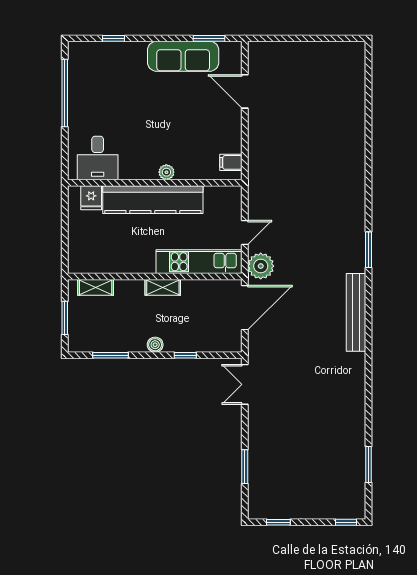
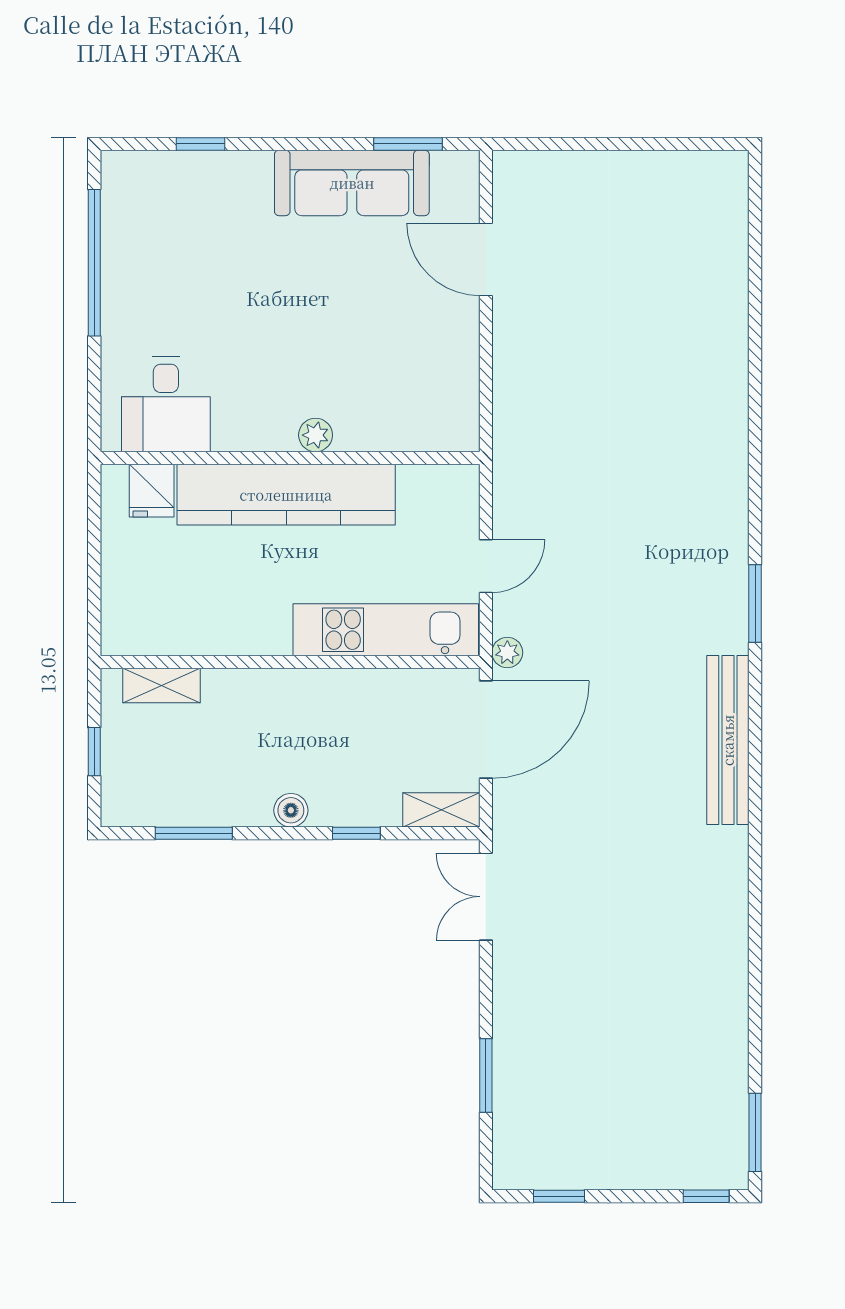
filing cabinet: (231, 162) -> (456, 414), removed
plant: (261, 266) -> (507, 652), width x0.53, depth x0.53
shelving: (163, 287) -> (441, 810), moved
window: (65, 318) -> (94, 752), width x0.67
window: (369, 464) -> (755, 1132), moved

